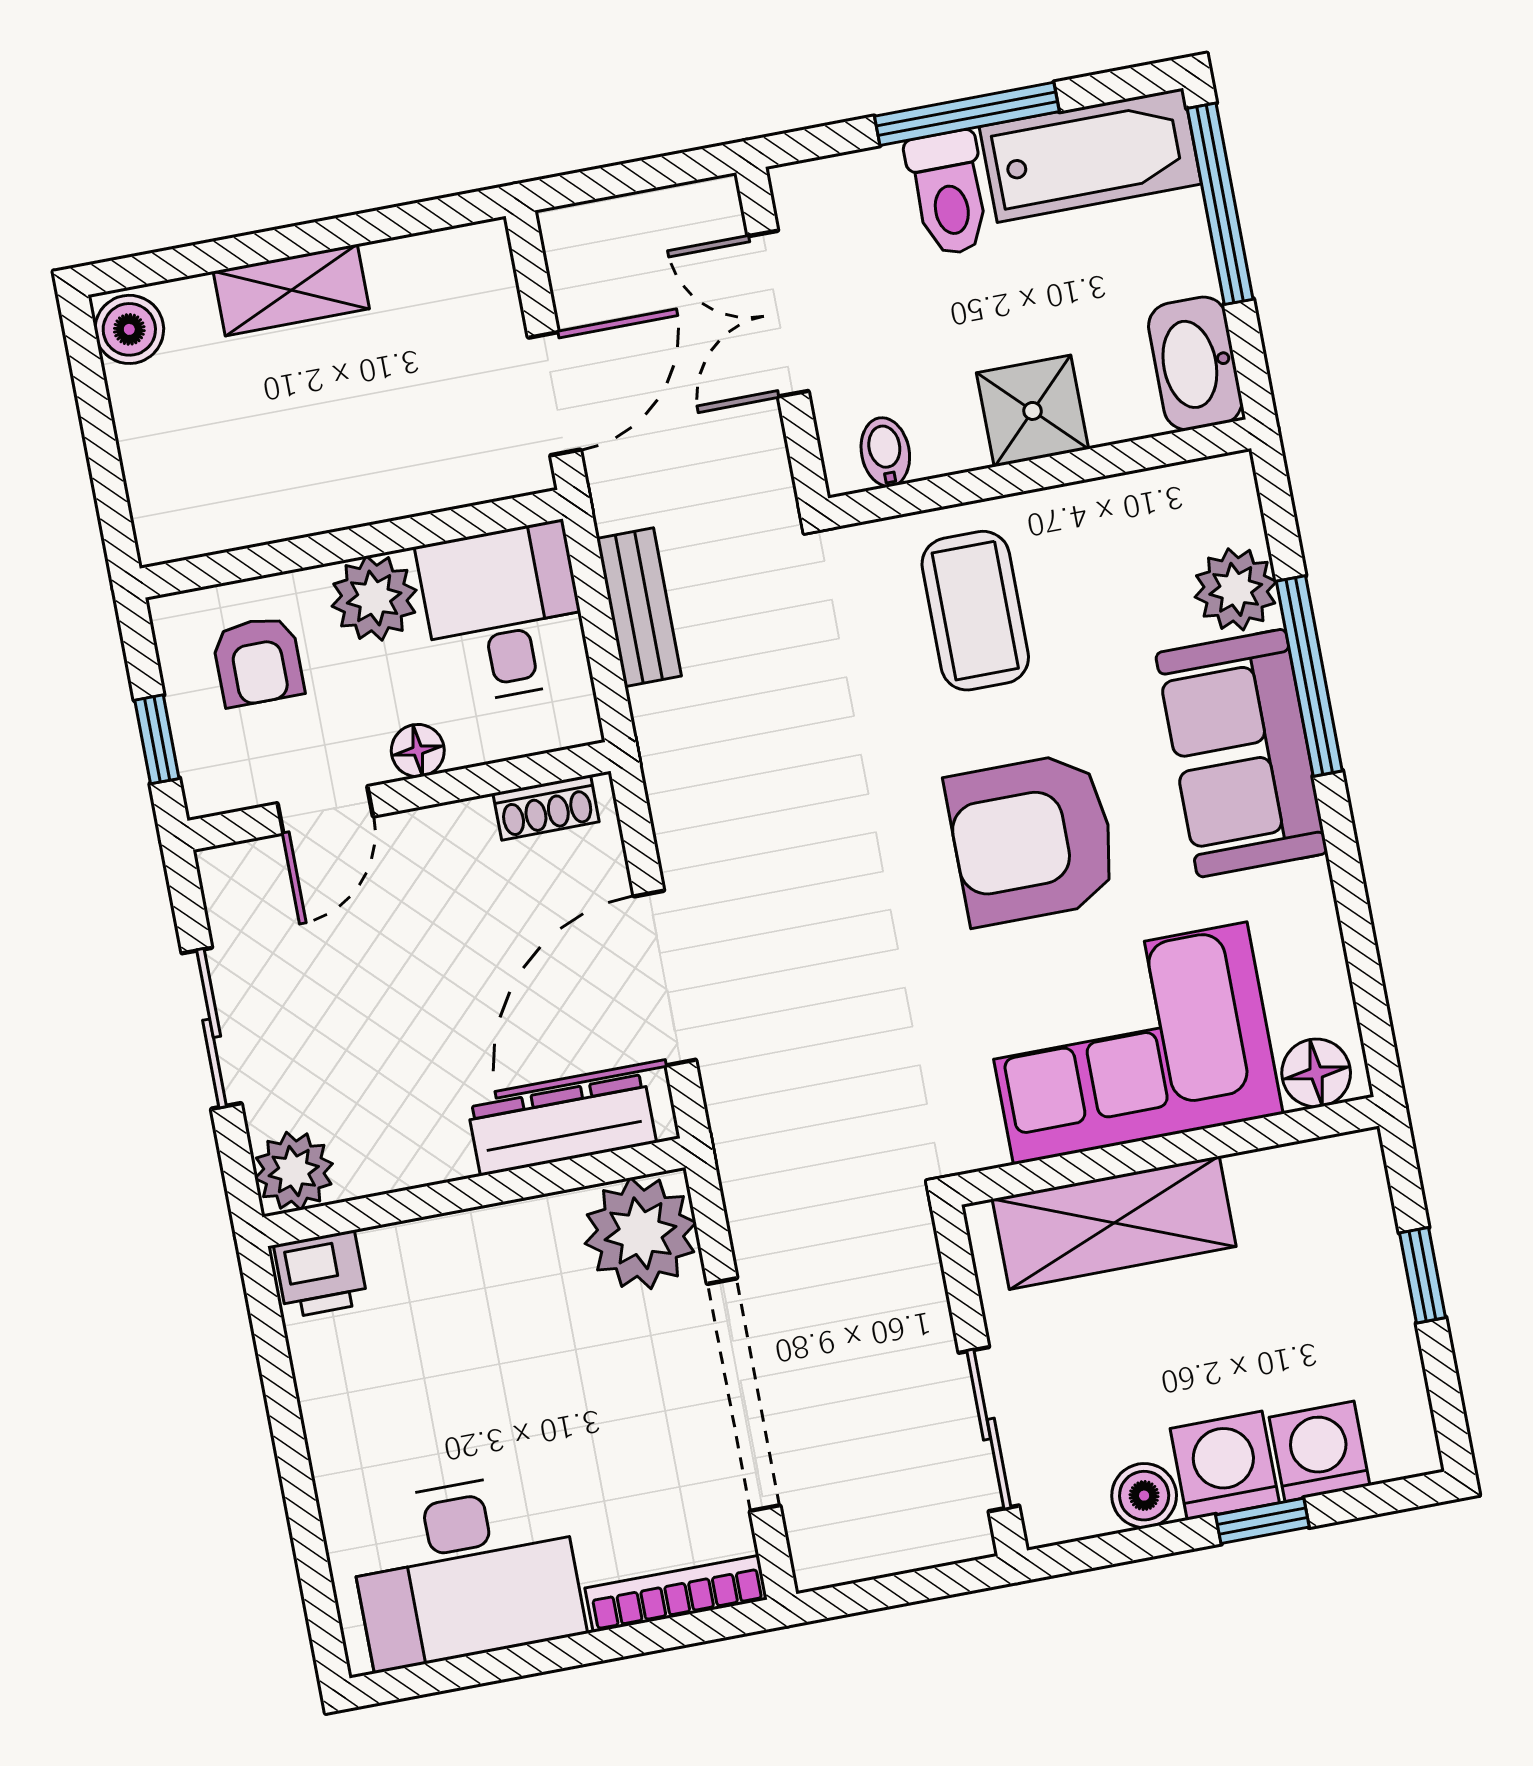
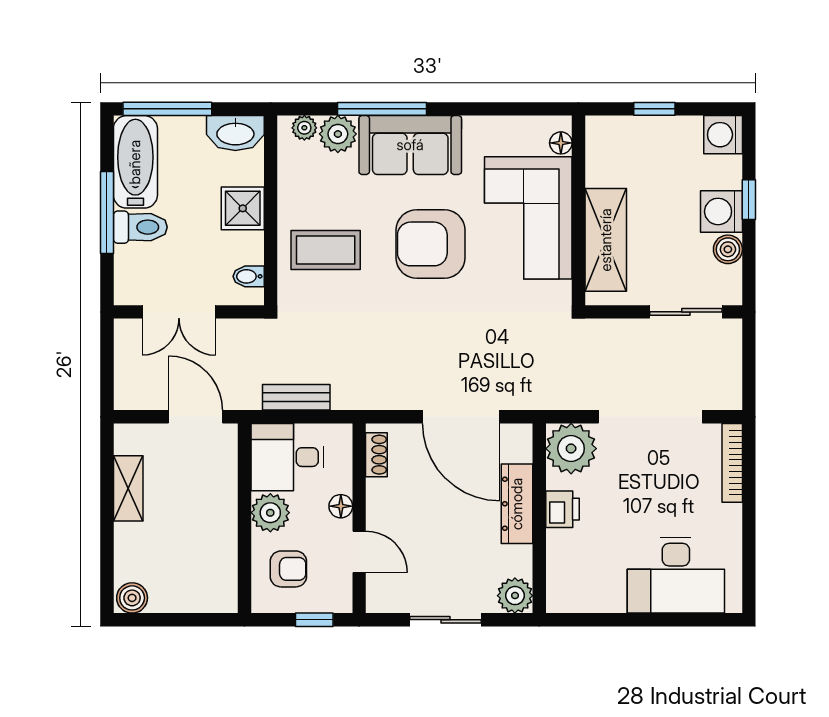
shelving: (291, 290) -> (128, 488), moved
plant: (1235, 513) -> (304, 128), added
armchair: (1032, 839) -> (431, 244), turned 90
floor lamp: (1316, 1073) -> (561, 143), width x0.73, depth x0.73
dresser: (562, 1125) -> (517, 504), moved
printer: (321, 1274) -> (562, 509), moved
washing machine: (1319, 1451) -> (723, 135), moved
desk: (465, 1570) -> (676, 575), moved, turned 90

